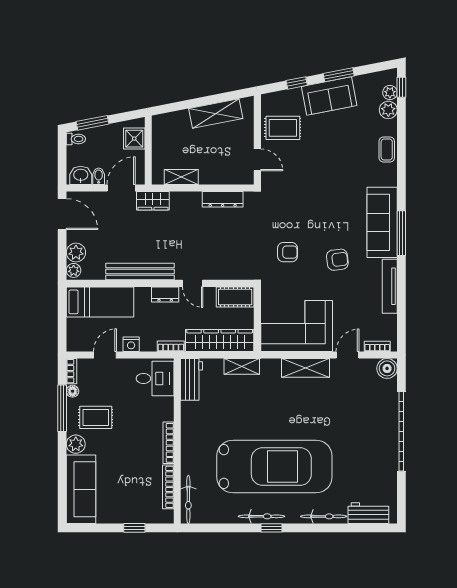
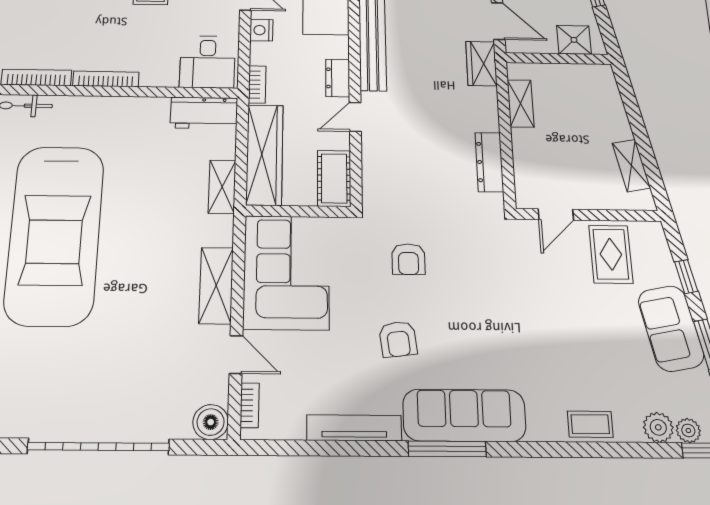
shelving: (216, 114) -> (631, 165), width x0.67, depth x0.75

